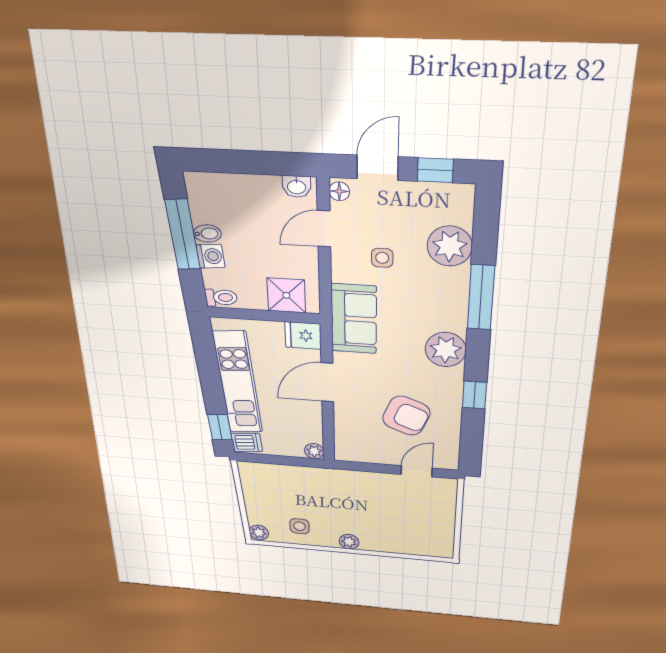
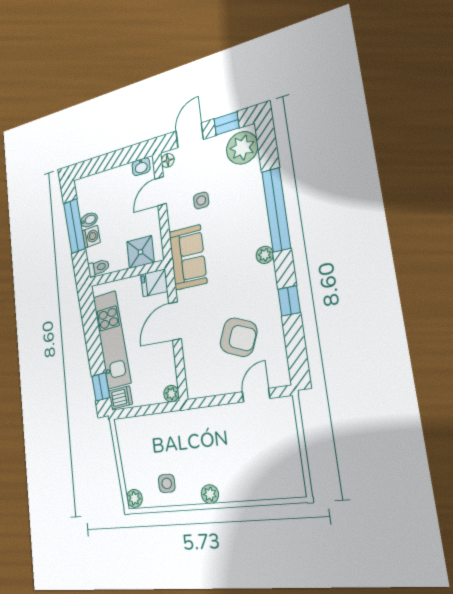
plant: (450, 246) -> (242, 148), moved
window: (481, 297) -> (276, 210), width x1.46
plant: (446, 350) -> (265, 255), width x0.53, depth x0.53

